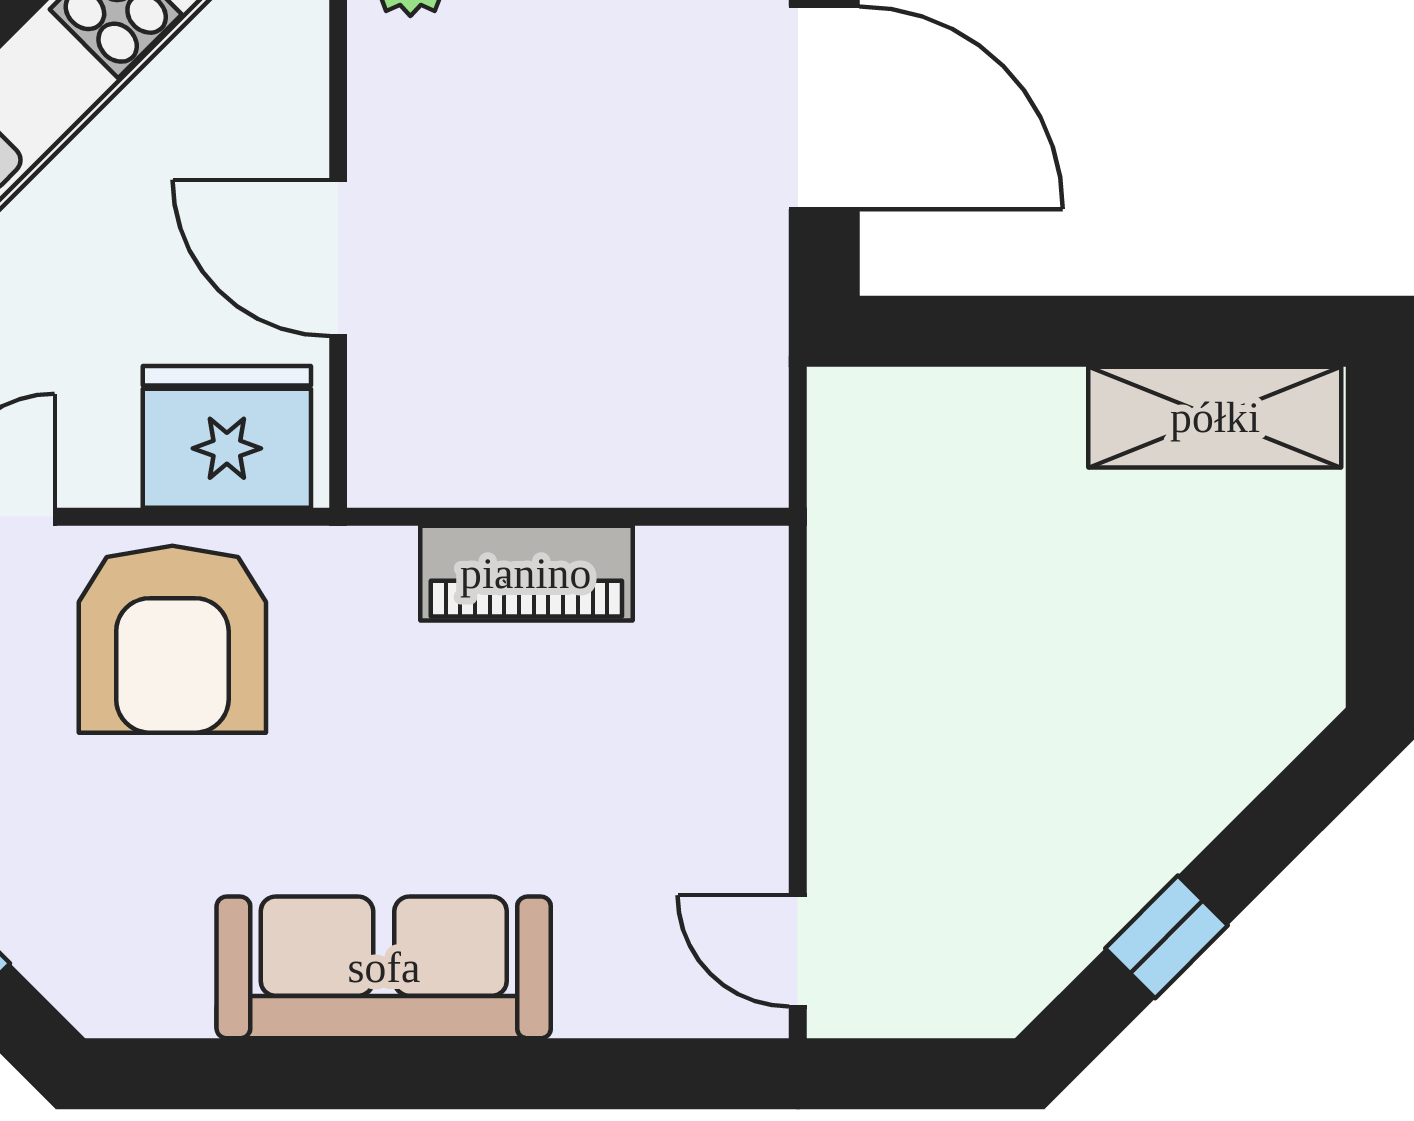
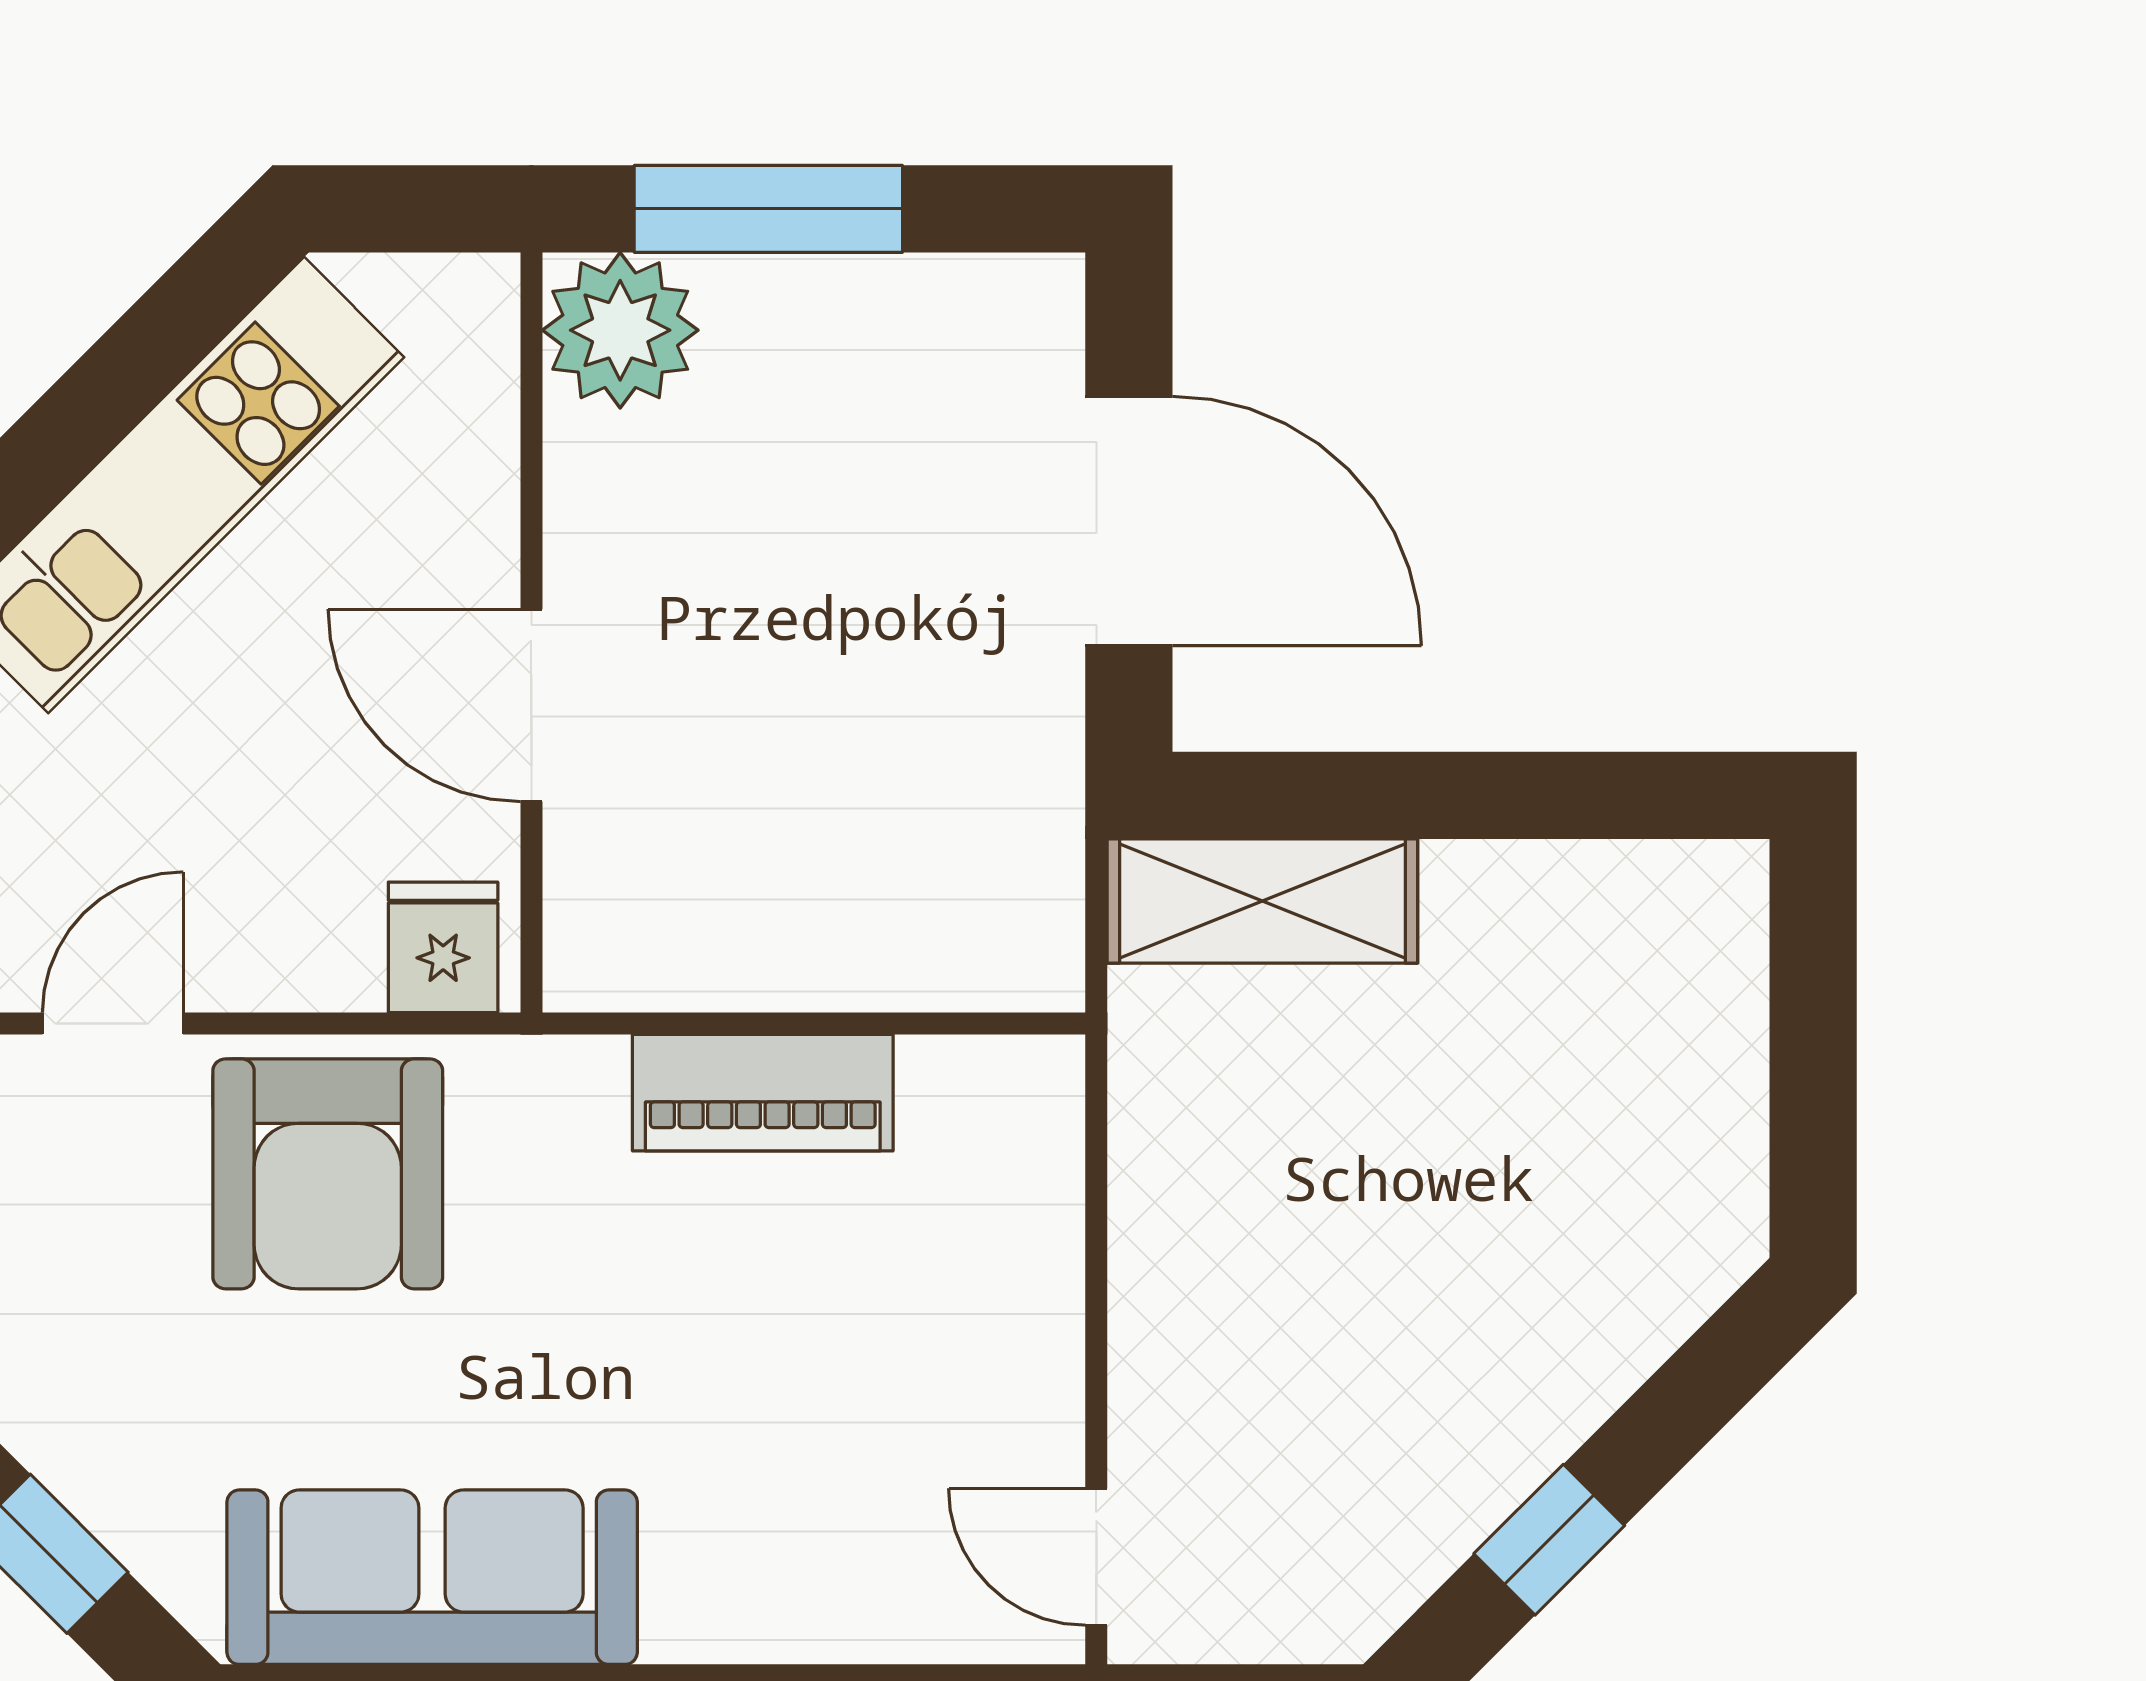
shelving: (1215, 417) -> (1262, 901), moved
fridge: (227, 437) -> (443, 947), width x0.53, depth x0.75
sofa: (384, 967) -> (432, 1577), moved

